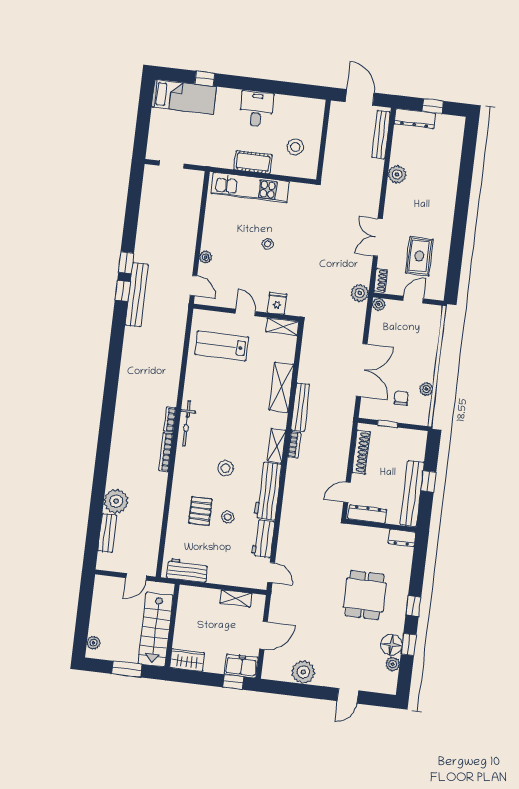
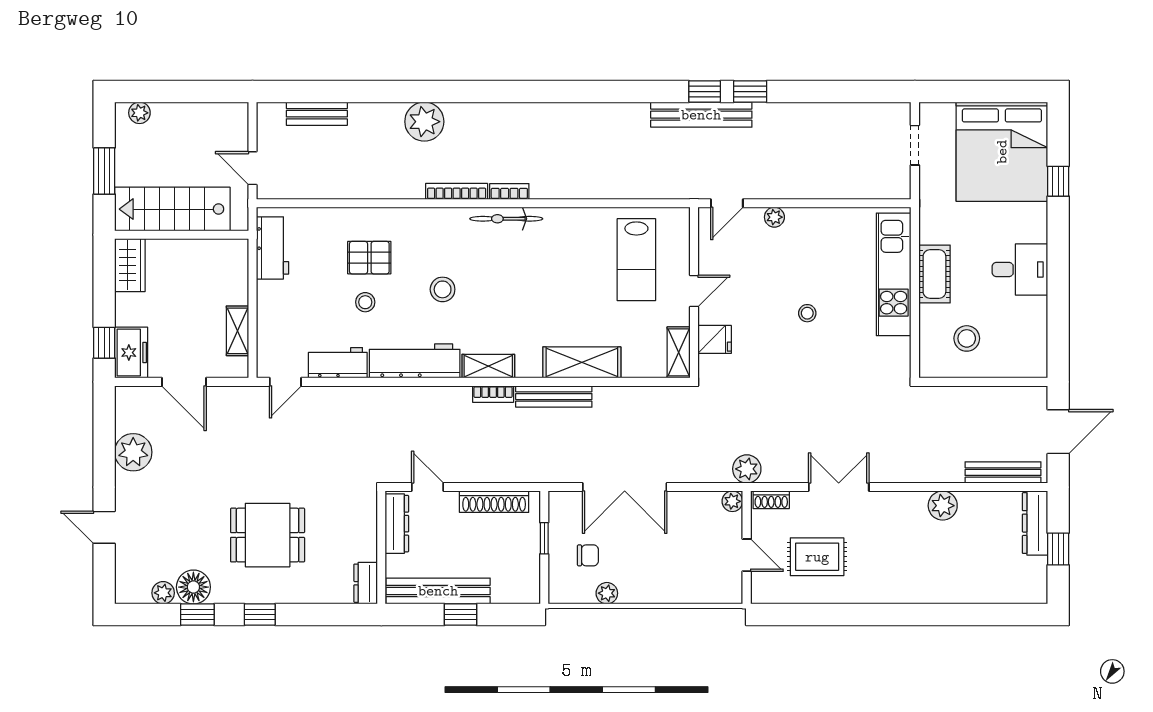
bed: (184, 97) -> (1002, 152), width x2.04
lab bench: (222, 346) -> (636, 260), turned 180
plant: (116, 501) -> (424, 122), moved

